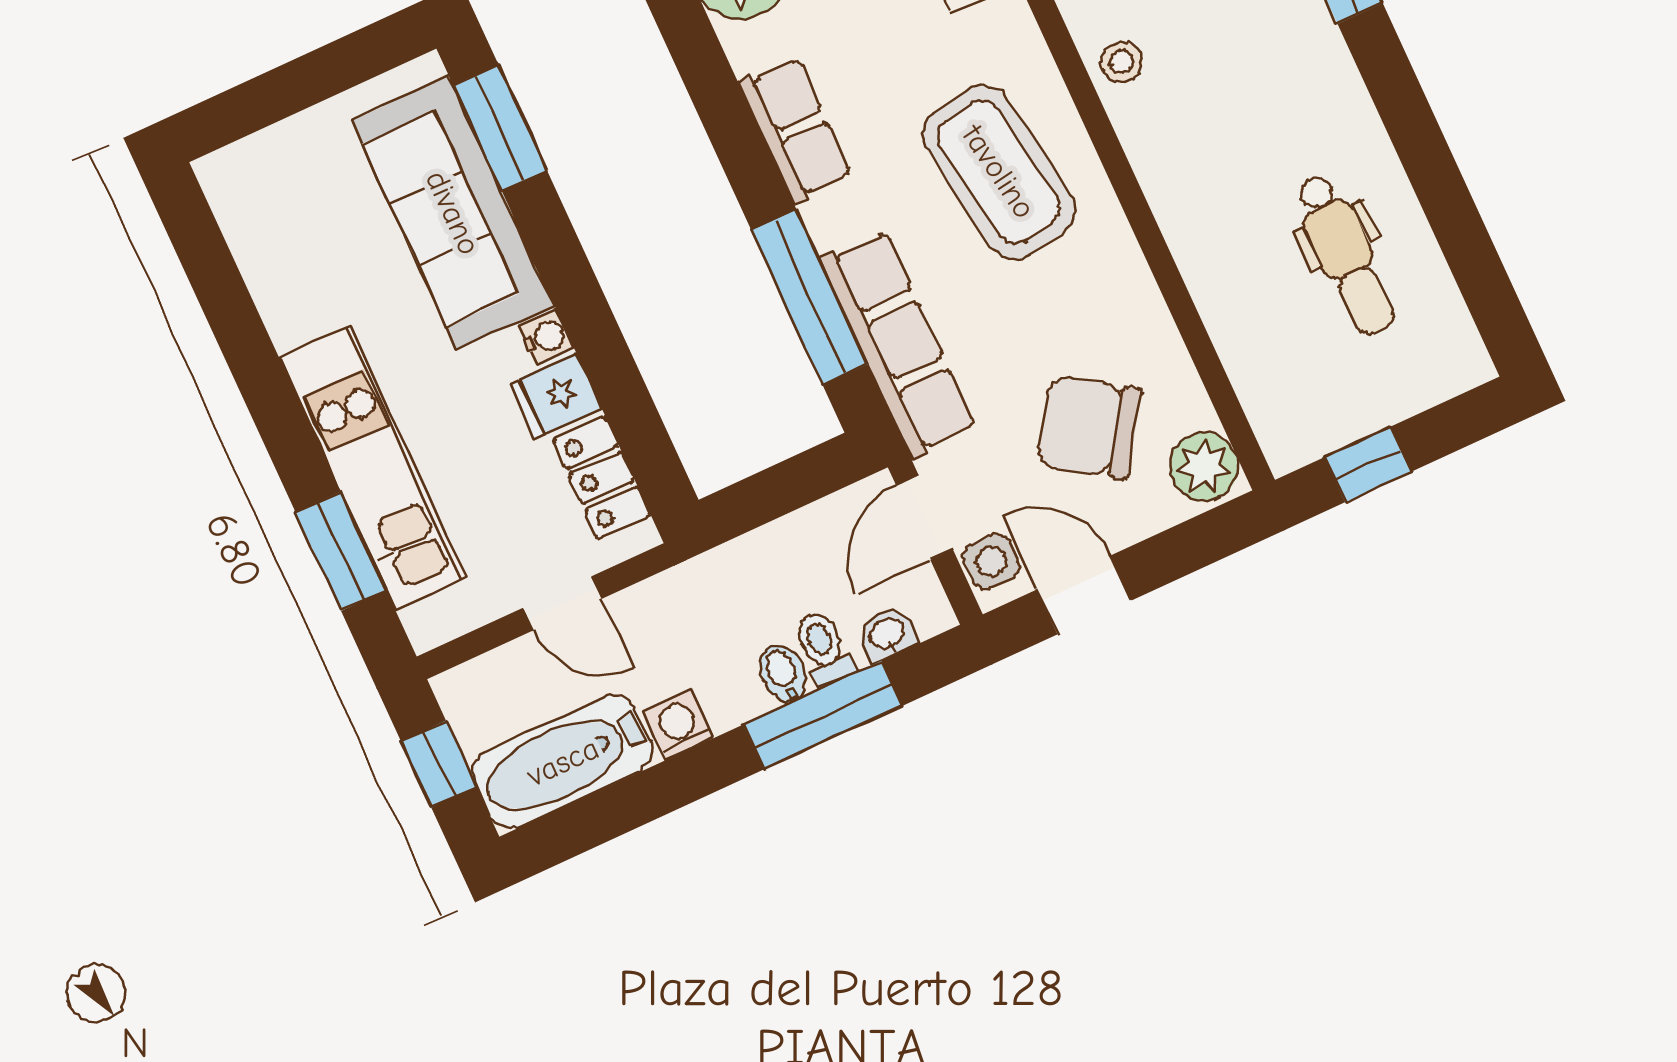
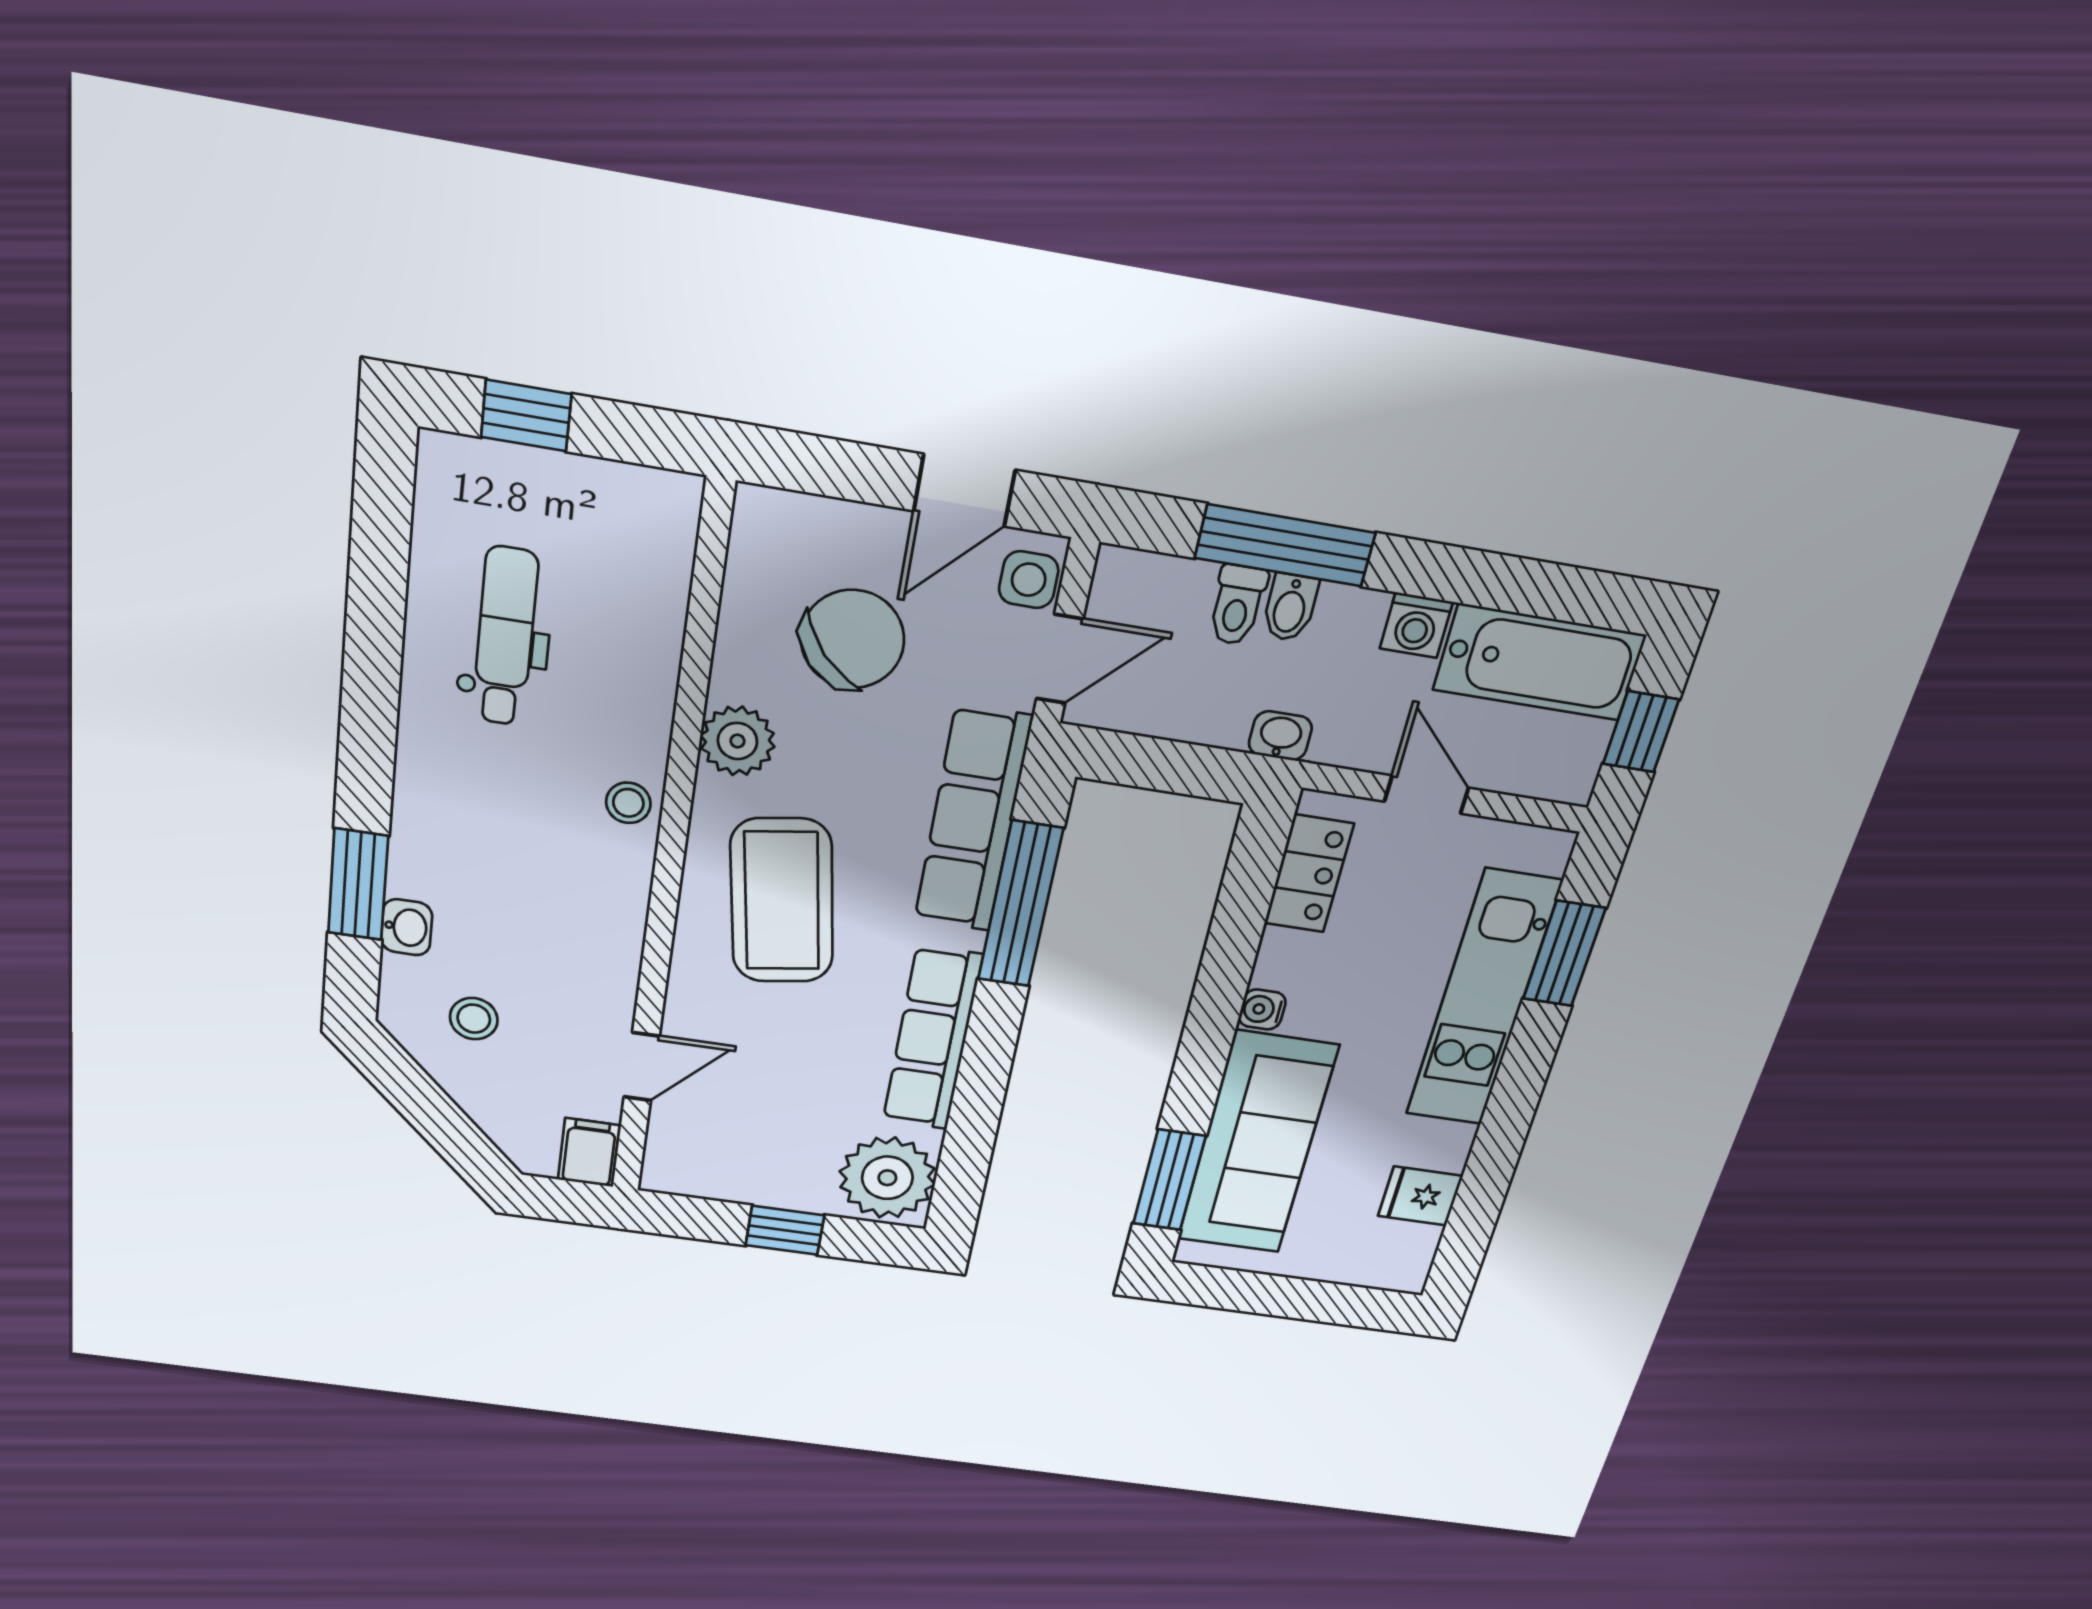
stool: (1122, 62) -> (628, 803), moved
row of seats: (795, 129) -> (932, 1039), width x1.48
fridge: (556, 396) -> (1420, 1196), moved, turned 180
chair: (1089, 427) -> (852, 639), turned -75
window: (1368, 464) -> (526, 416), moved
plant: (1204, 467) -> (737, 741), moved
door: (1084, 595) -> (964, 491), hinge flipped
washbasin: (887, 634) -> (1280, 736), moved, turned 180

